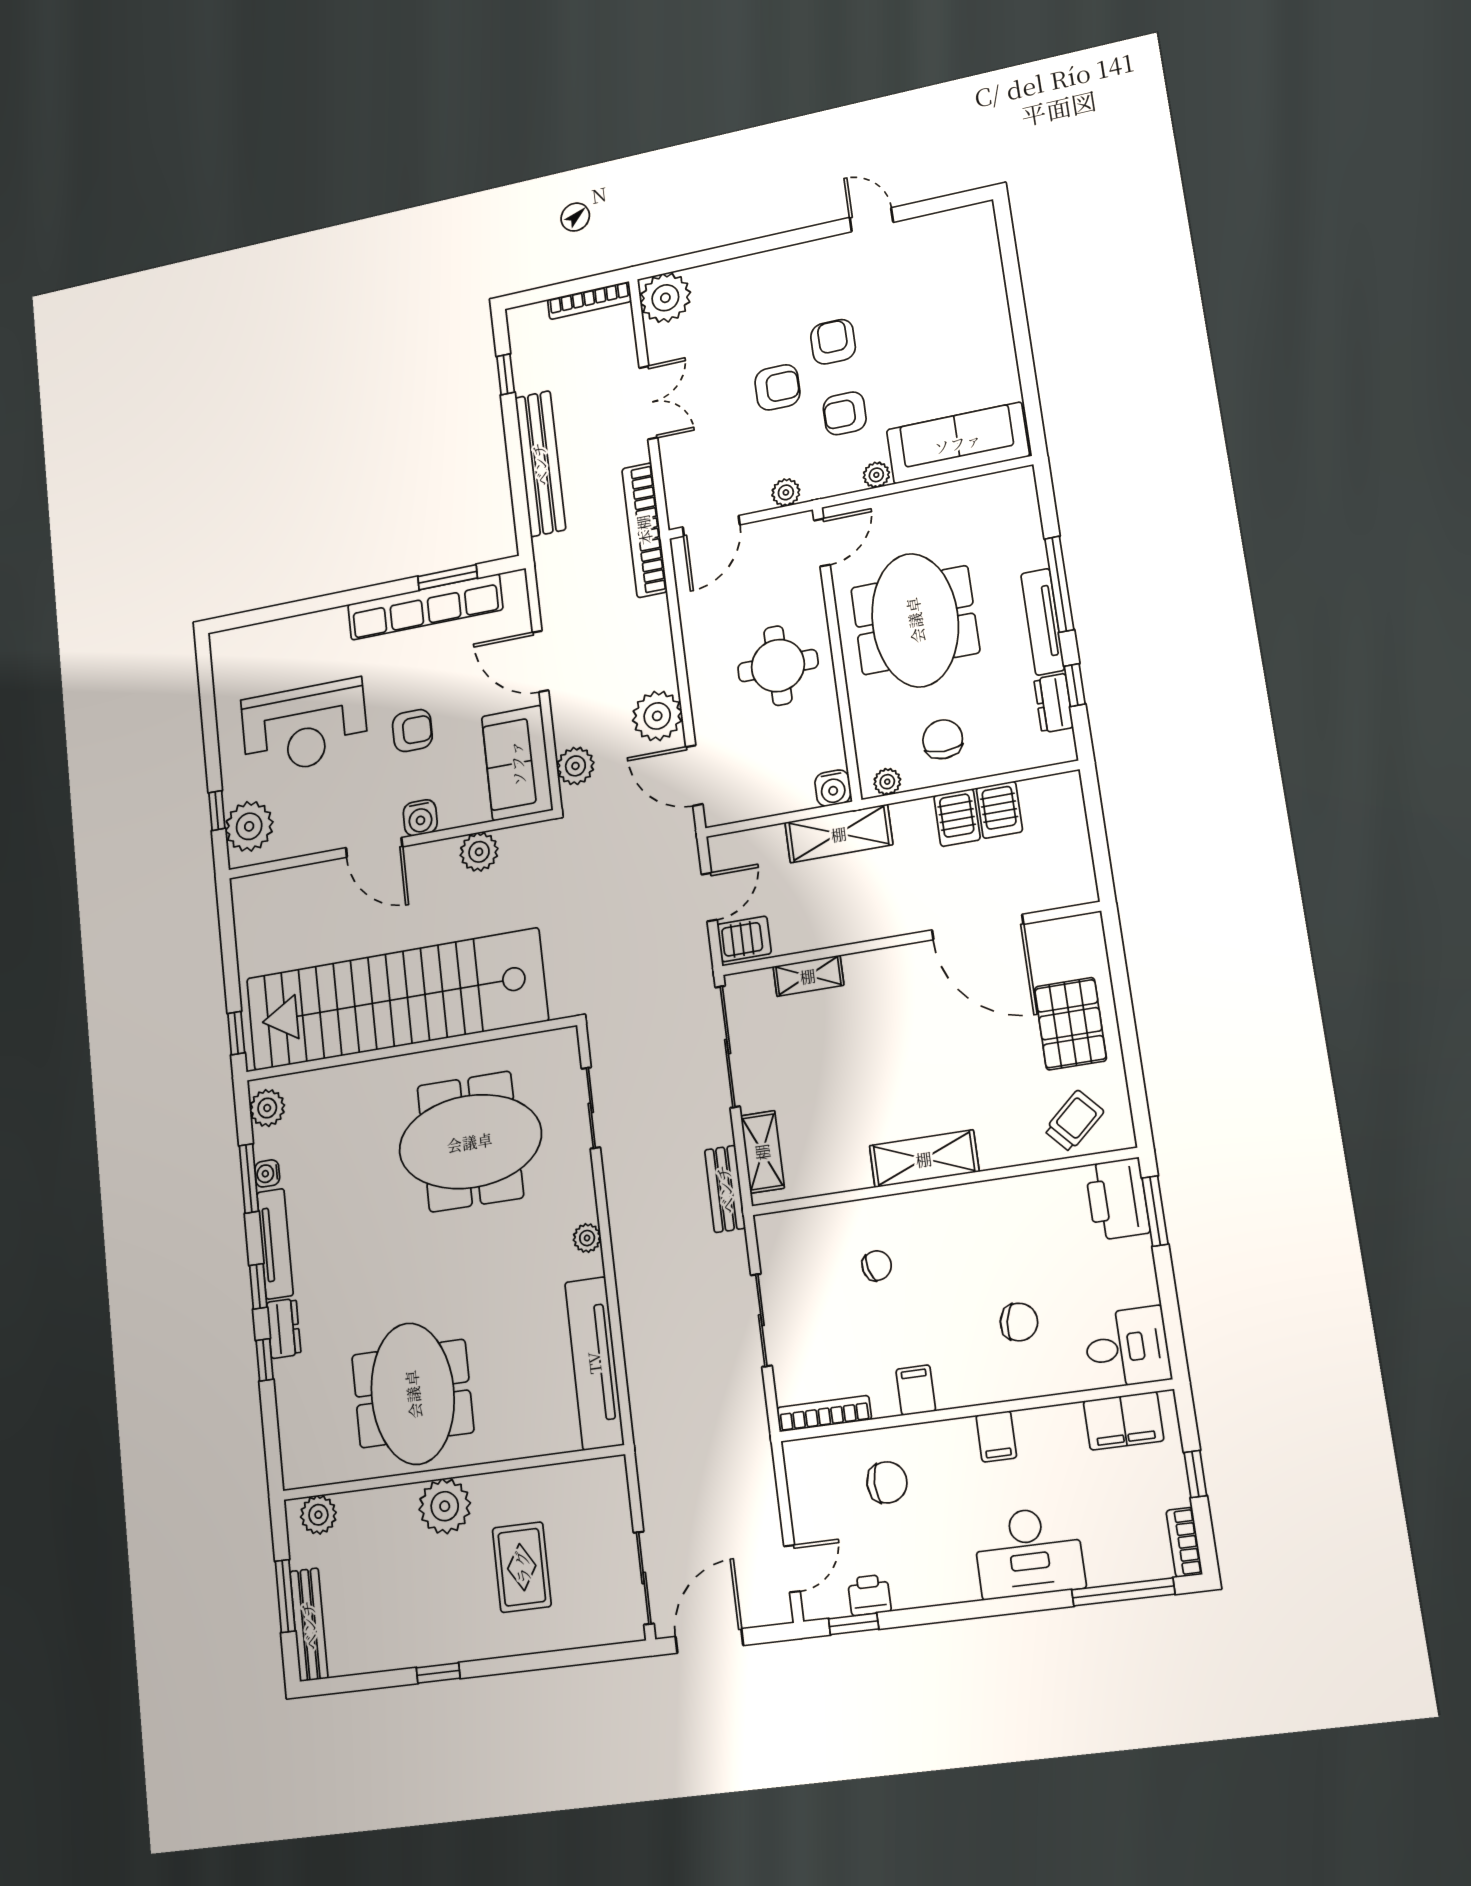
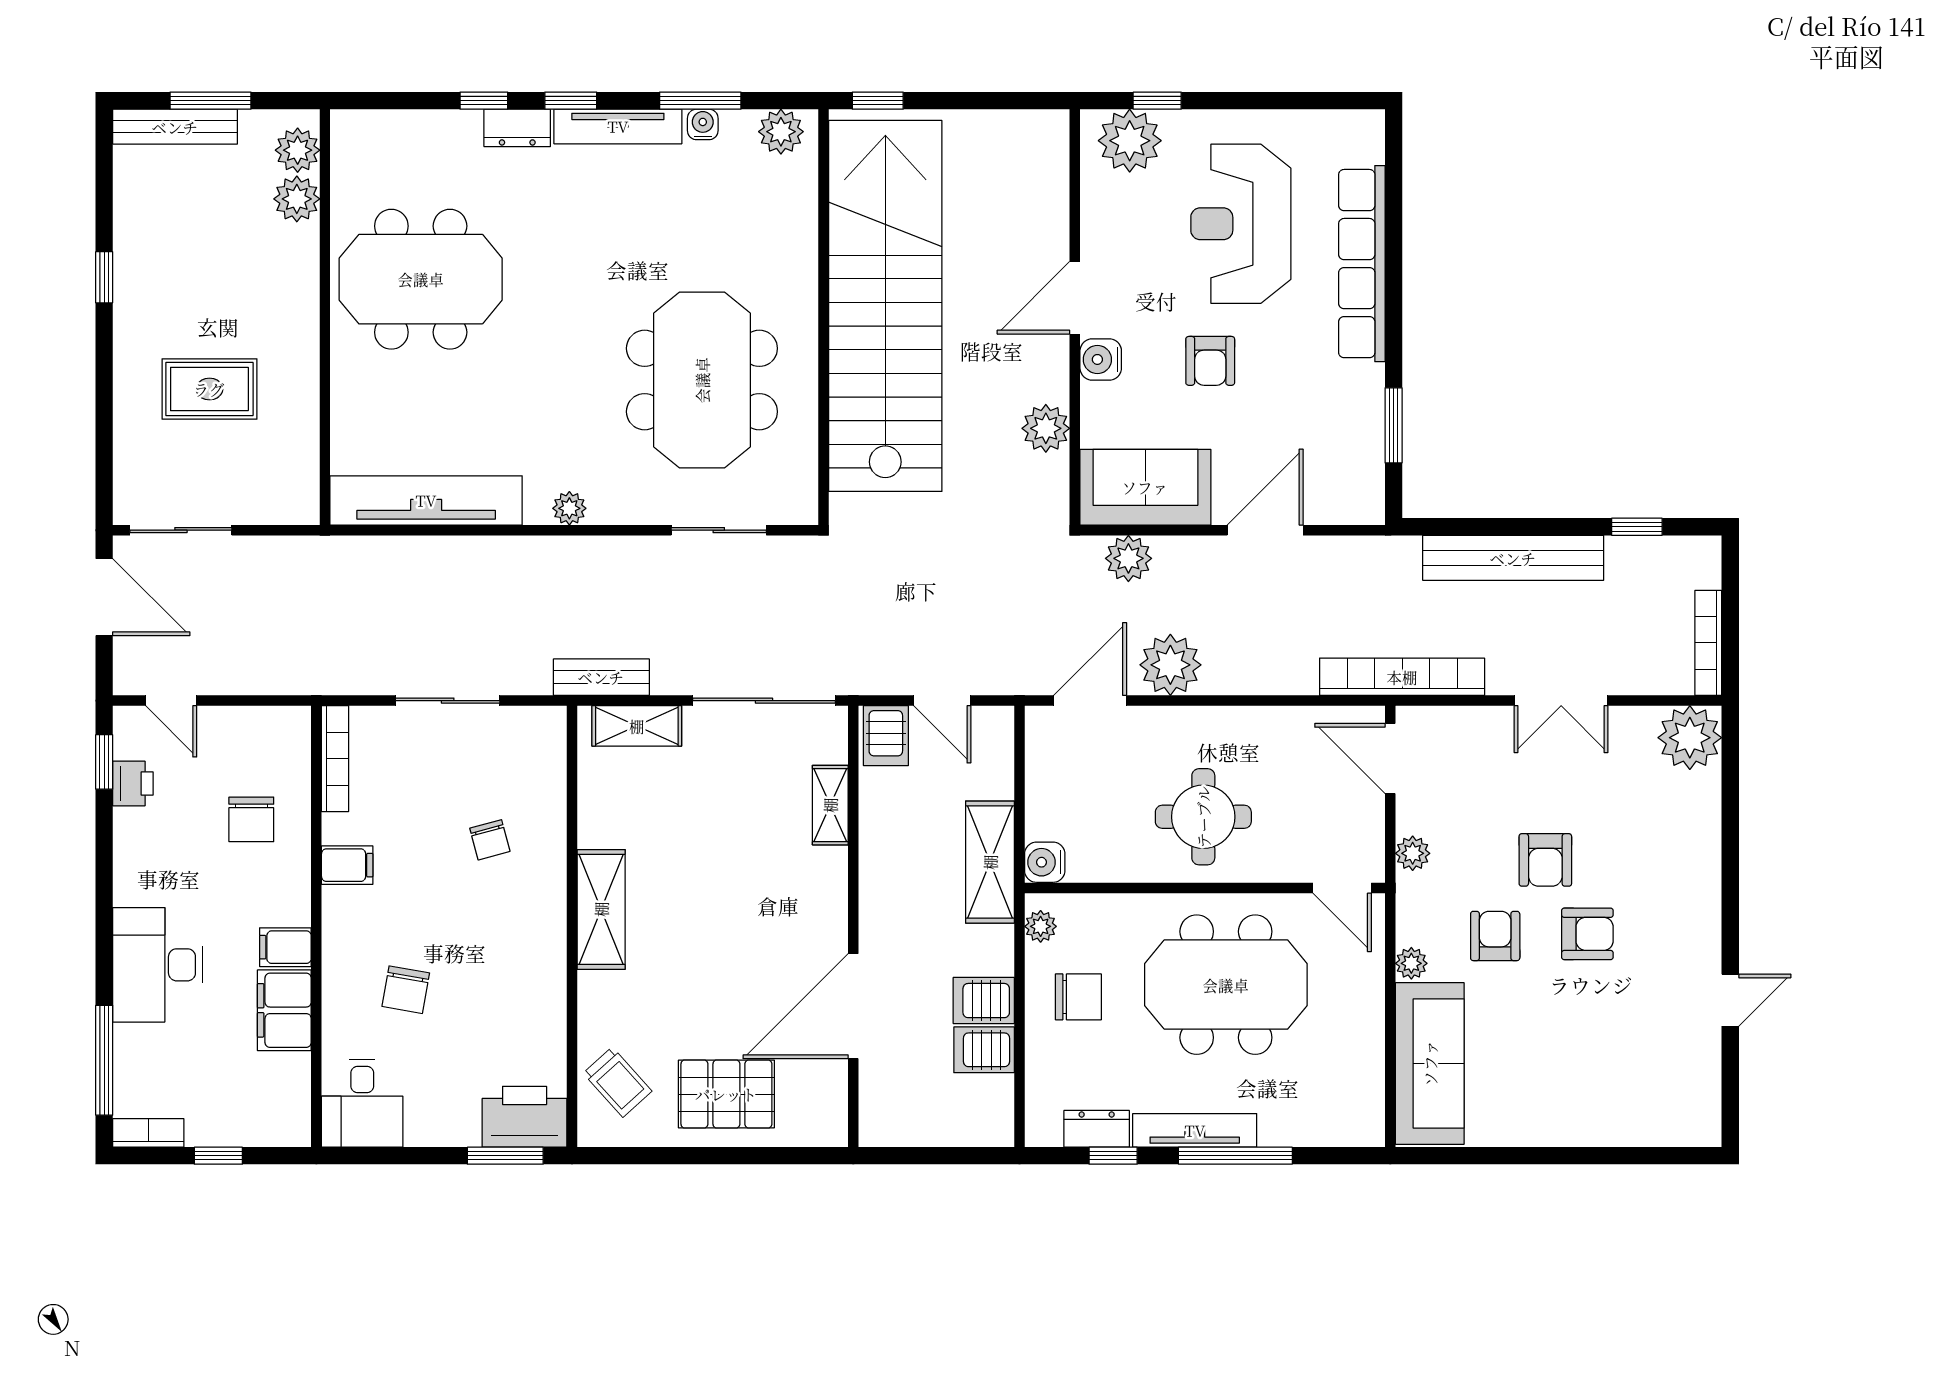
row of seats: (425, 607) -> (1362, 264), moved
filing cabinet: (1124, 1421) -> (284, 1010), moved
plant: (445, 1506) -> (297, 199), moved, width x0.73, depth x0.73

